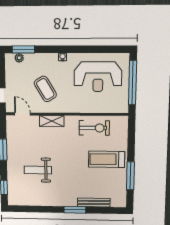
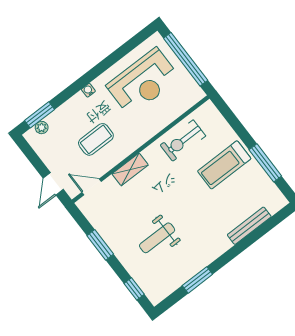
coffee table: (45, 89) -> (96, 139), turned -59
exercise bike: (94, 128) -> (183, 141), turned 180
window: (75, 210) -> (197, 280), moved

